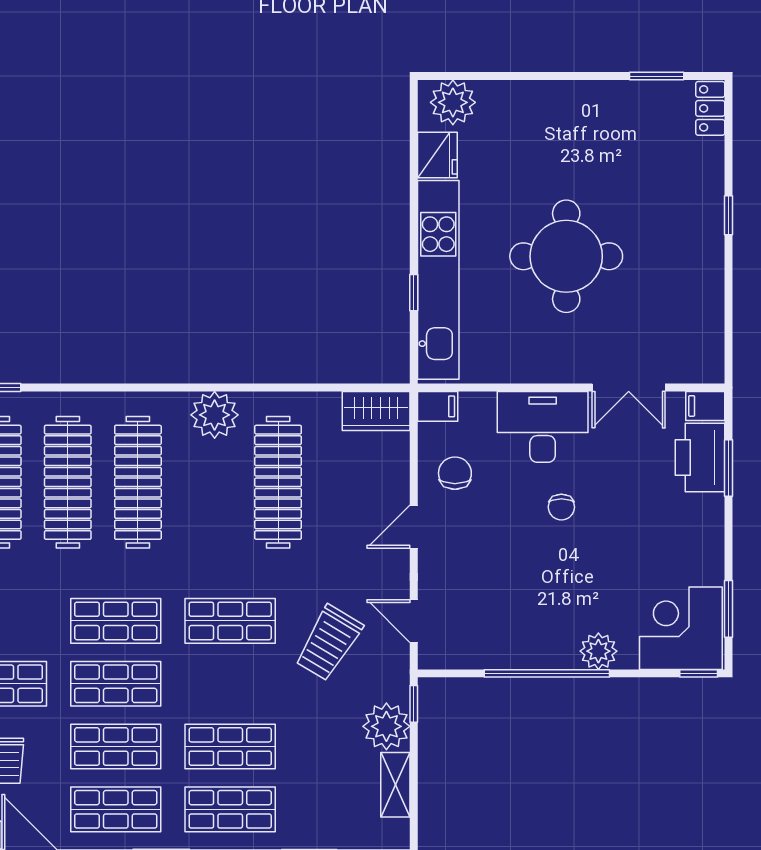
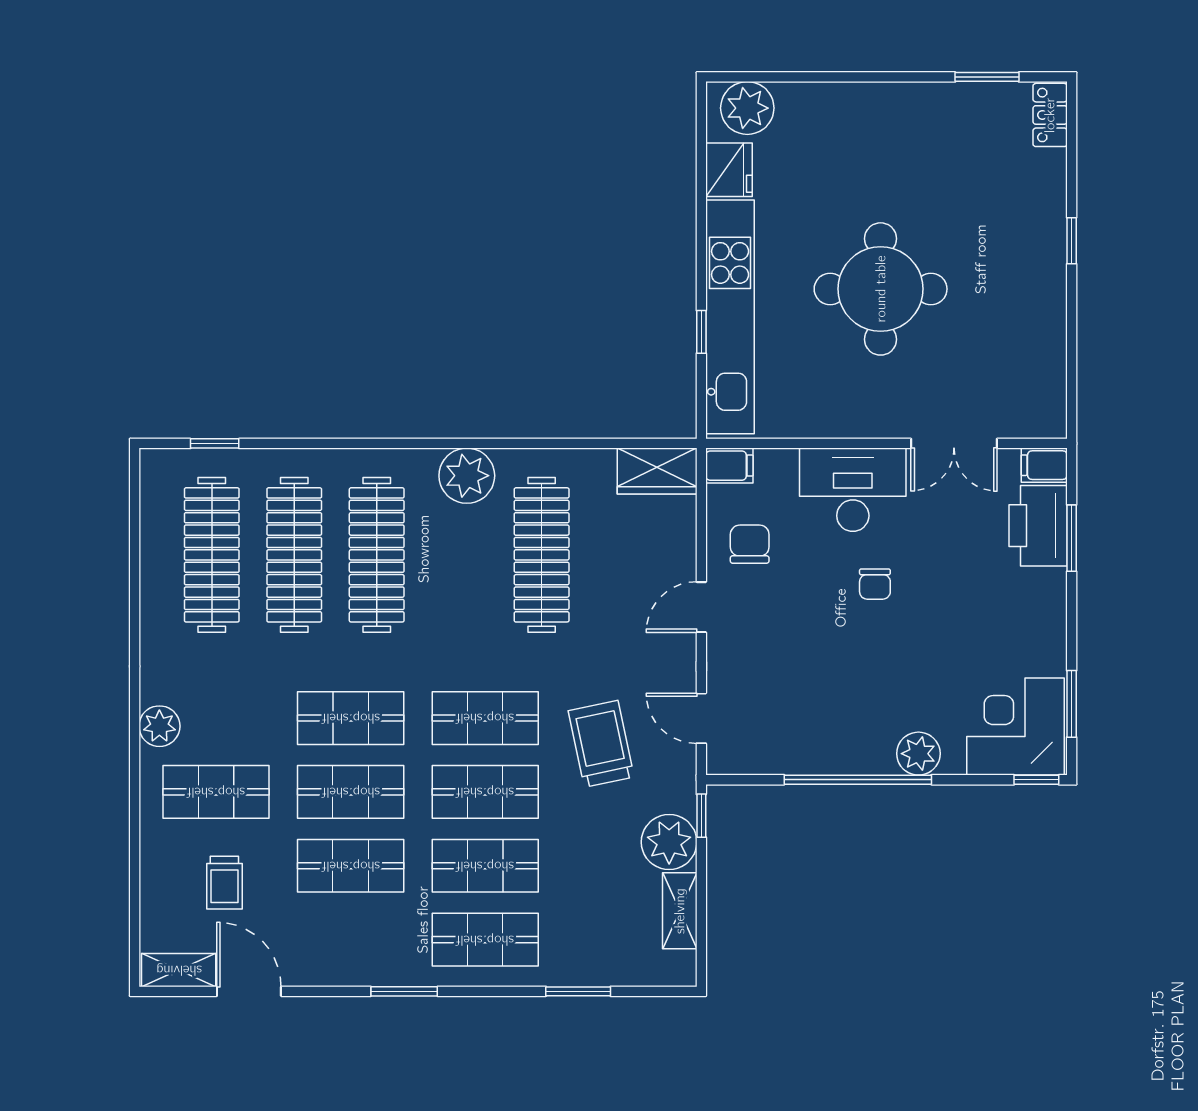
trolley: (329, 643) -> (601, 744), turned 137
shop shelf: (116, 809) -> (485, 792), moved

